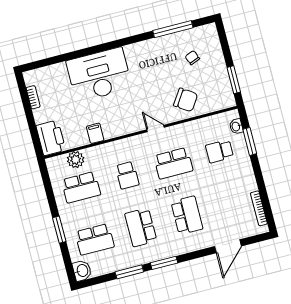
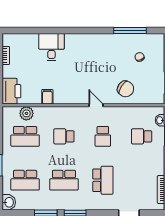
desk: (99, 75) -> (51, 47), width x0.53, depth x0.77
school desk: (173, 163) -> (103, 136), width x0.54
school desk: (127, 175) -> (64, 136), turned 90
school desk: (141, 227) -> (64, 180), turned -90

